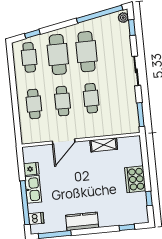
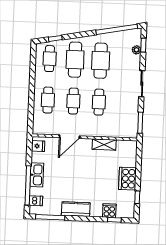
plant: (123, 18) -> (136, 50), moved
fridge: (31, 169) -> (38, 146), moved
cooker: (120, 218) -> (109, 211), added

